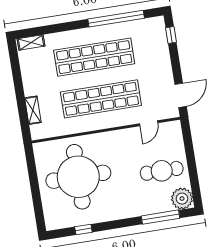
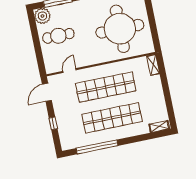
window: (171, 35) -> (53, 123), moved
shelving: (33, 110) -> (153, 65), moved

